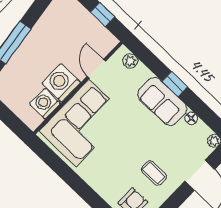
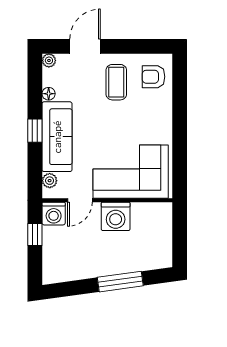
sofa: (162, 102) -> (57, 137), width x1.36
washing machine: (45, 104) -> (54, 214), moved
coffee table: (154, 173) -> (116, 82), width x1.36, depth x1.30

